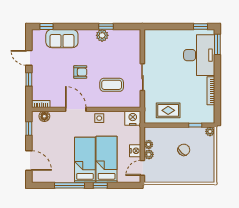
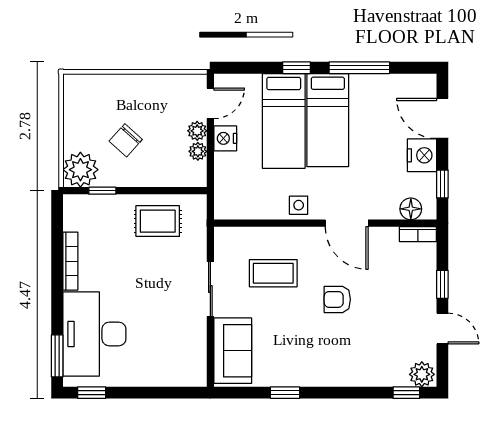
plant: (102, 35) -> (422, 374), moved
sofa: (62, 39) -> (233, 351), moved, turned 90
nightstand: (133, 118) -> (422, 155), moved, turned -90
plant: (210, 131) -> (80, 170), width x1.87, depth x1.87

